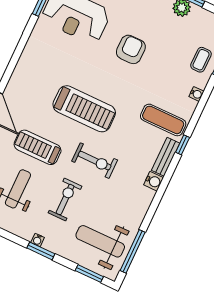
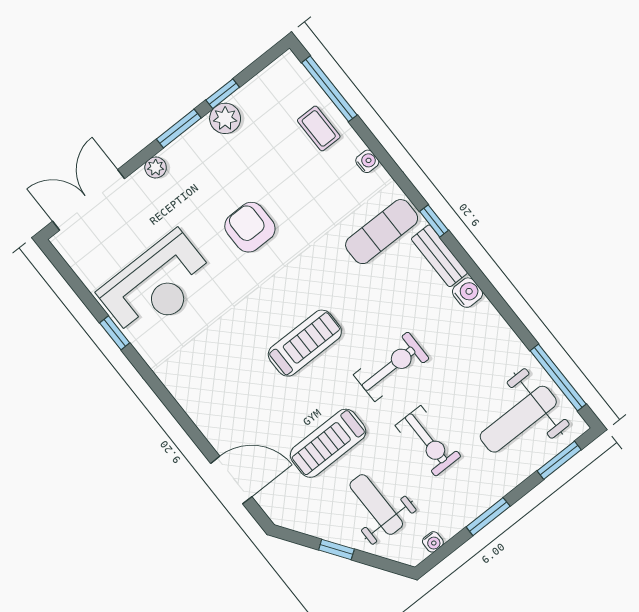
treadmill: (84, 109) -> (305, 343), width x0.73, depth x0.73
exercise bike: (65, 199) -> (428, 441), turned 180
water cooler: (38, 240) -> (433, 542), moved

